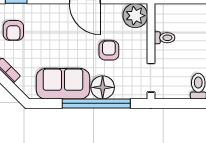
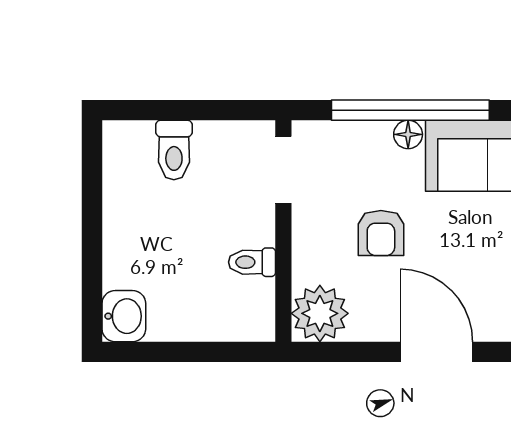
floor lamp: (103, 87) -> (408, 134), width x0.53, depth x0.53

